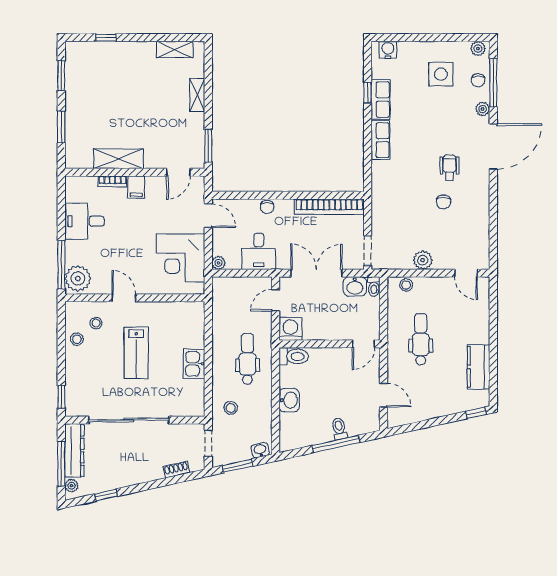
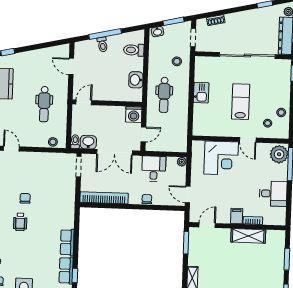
corner desk: (181, 258) -> (221, 158), moved, turned 90
plant: (423, 260) -> (41, 159), removed
toilet: (294, 356) -> (134, 50), moved
washbasin: (289, 400) -> (136, 80), moved

